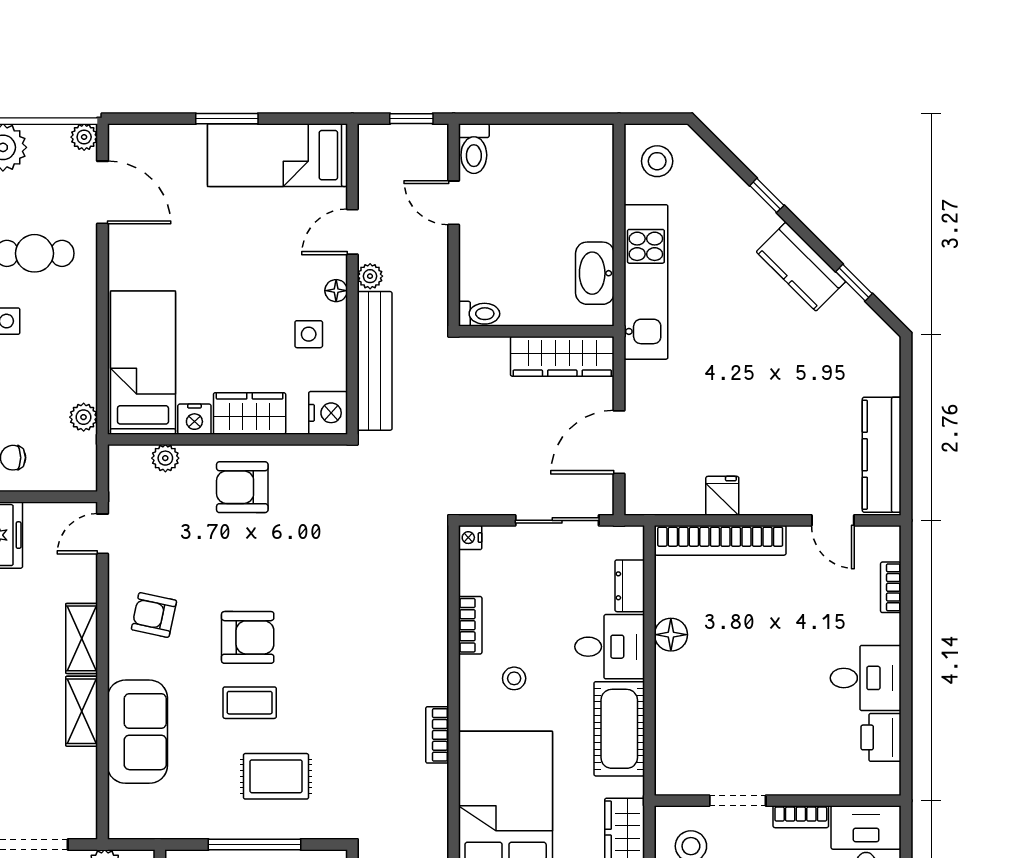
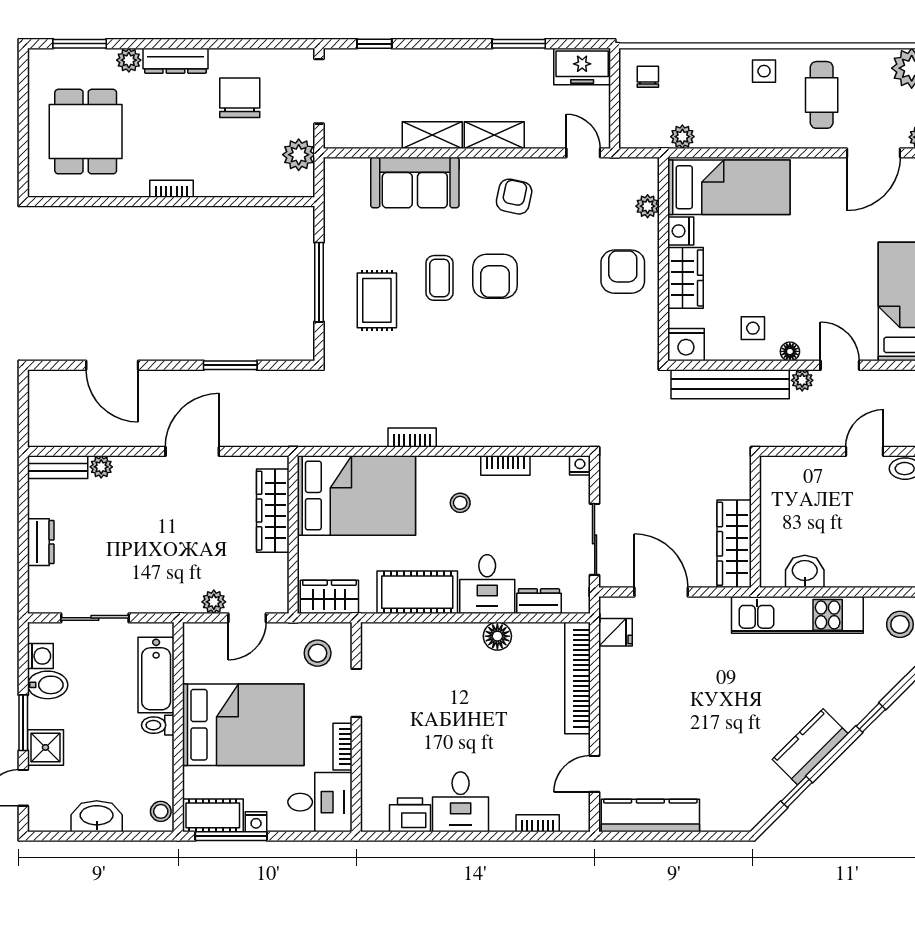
washbasin: (595, 273) -> (805, 571), width x0.72
toilet: (479, 314) -> (770, 473), removed
fridge: (722, 496) -> (615, 632), moved

